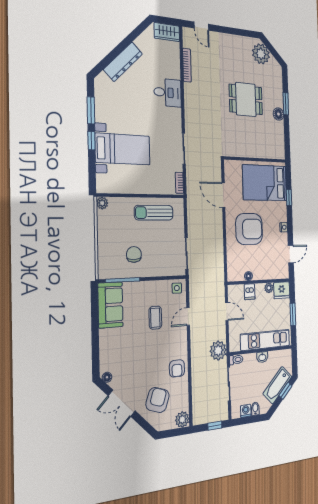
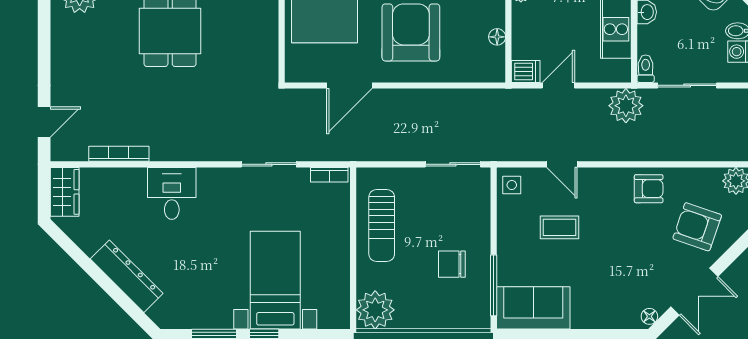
plant: (102, 203) -> (375, 310), width x1.88, depth x1.88
dishwasher: (250, 292) -> (526, 71), moved

